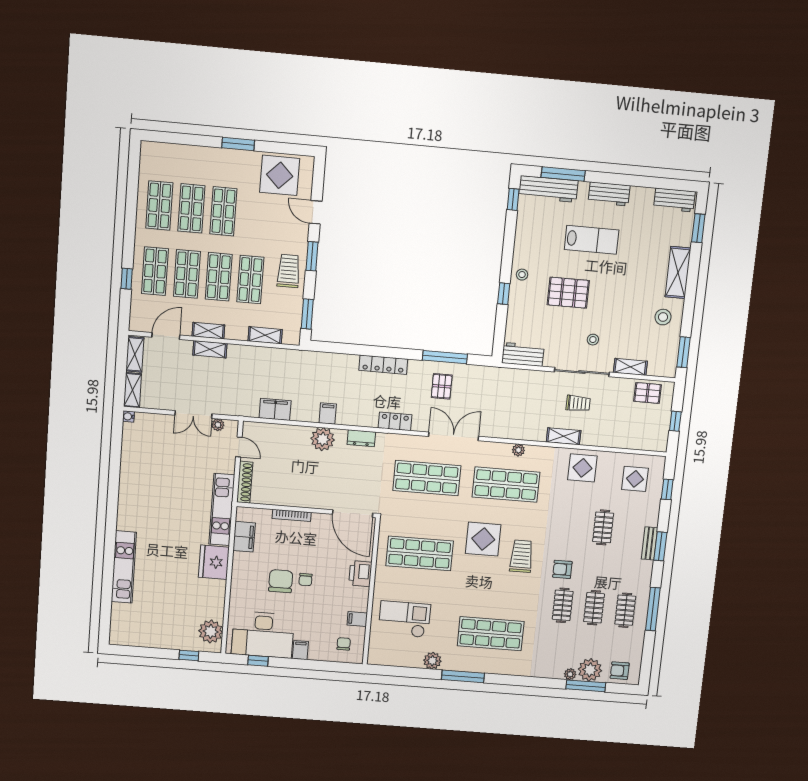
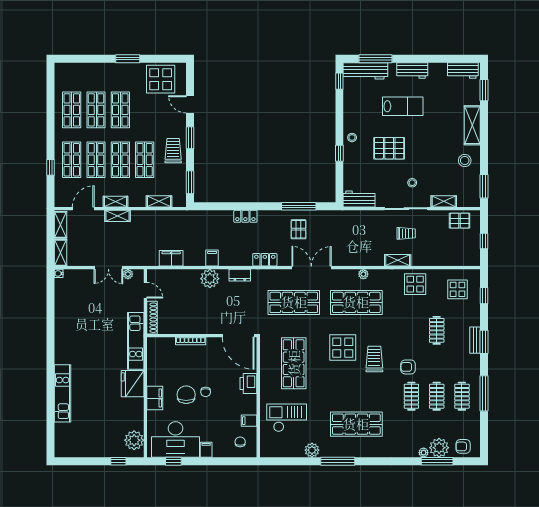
locker: (383, 365) -> (245, 216), width x0.66
filing cabinet: (244, 537) -> (155, 398), moved
shop shelf: (420, 553) -> (294, 363), turned 90

